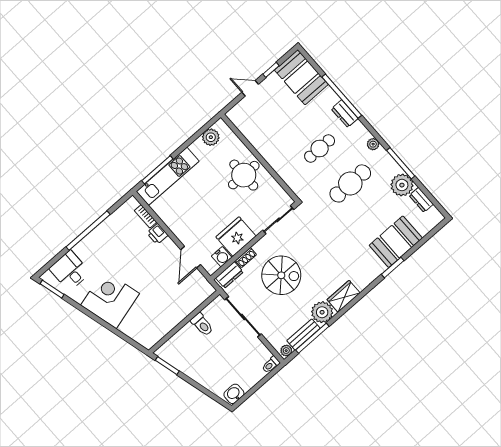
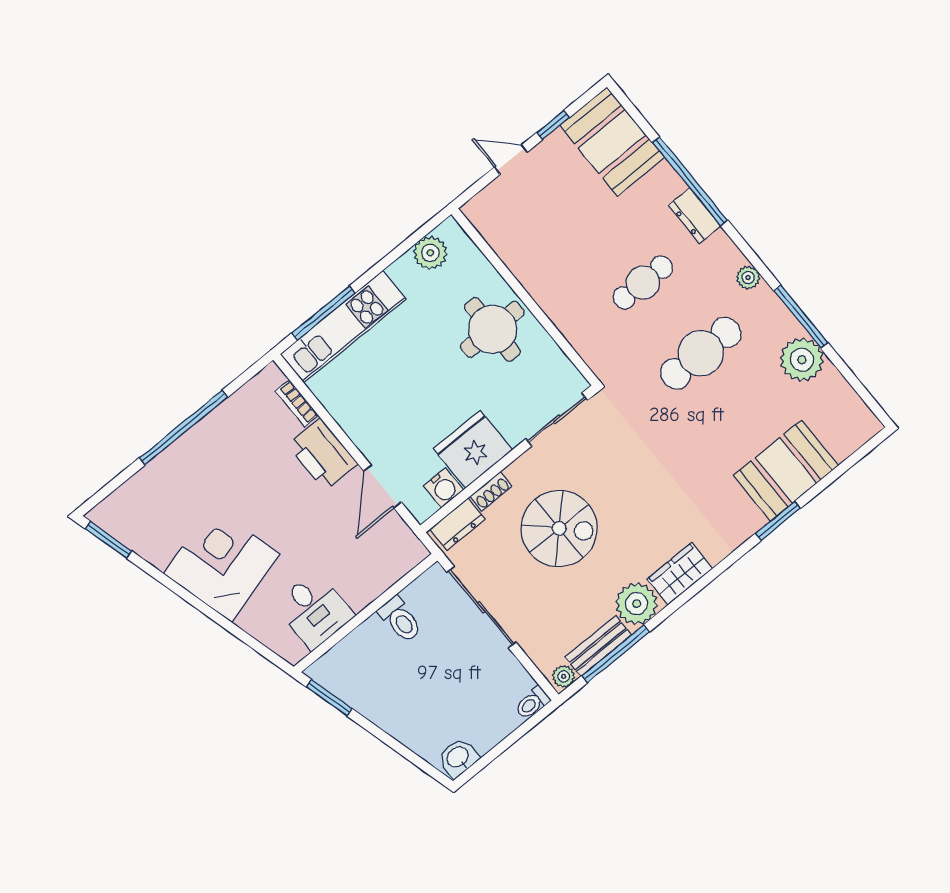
dresser: (421, 200) -> (839, 390), removed
printer: (157, 234) -> (322, 454), width x1.87, depth x1.48
desk: (70, 271) -> (314, 610), moved, turned 180

